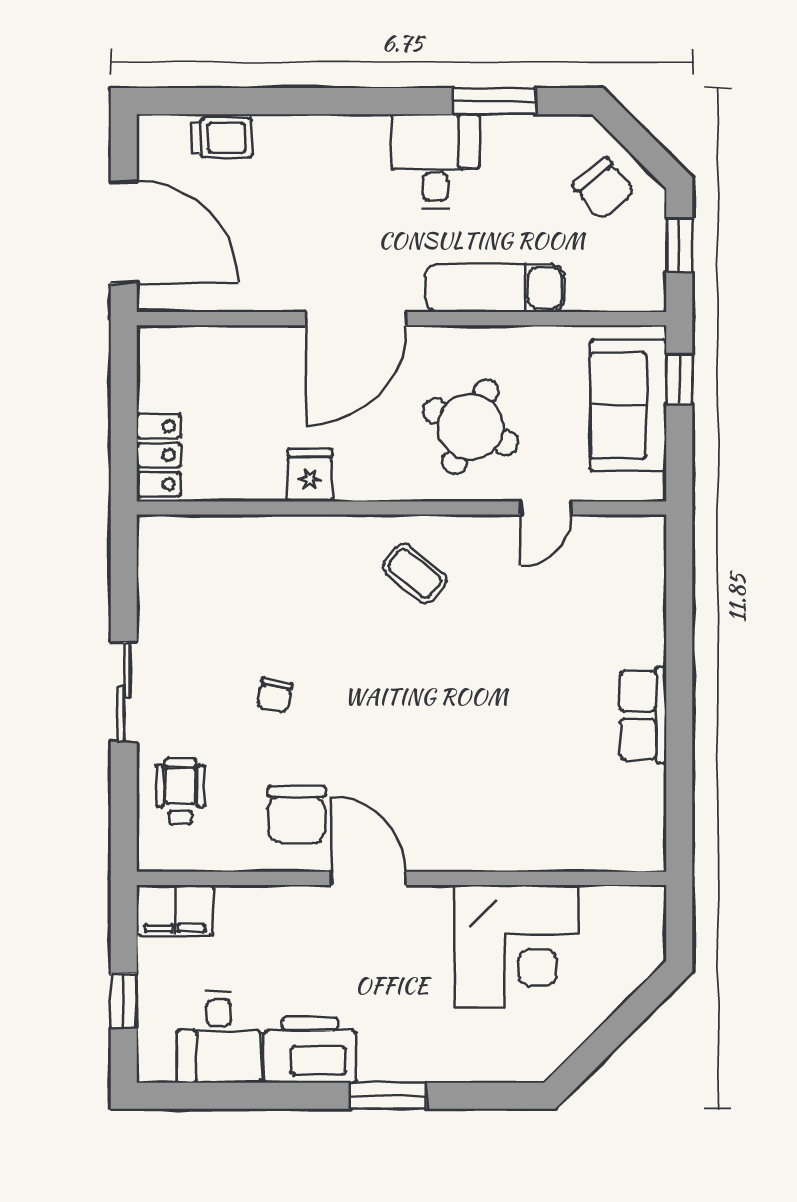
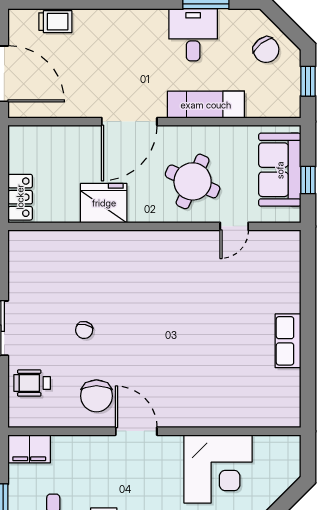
desk: (435, 161) -> (193, 35), moved
window: (679, 379) -> (308, 180), moved
fridge: (310, 475) -> (104, 203), width x1.88, depth x1.34
coffee table: (415, 573) -> (162, 263), removed
wheelchair: (180, 791) -> (32, 383), turned -90

